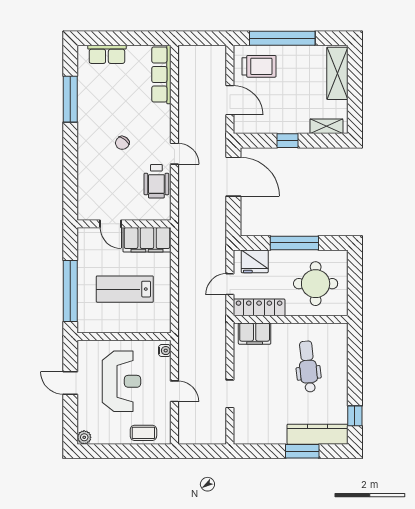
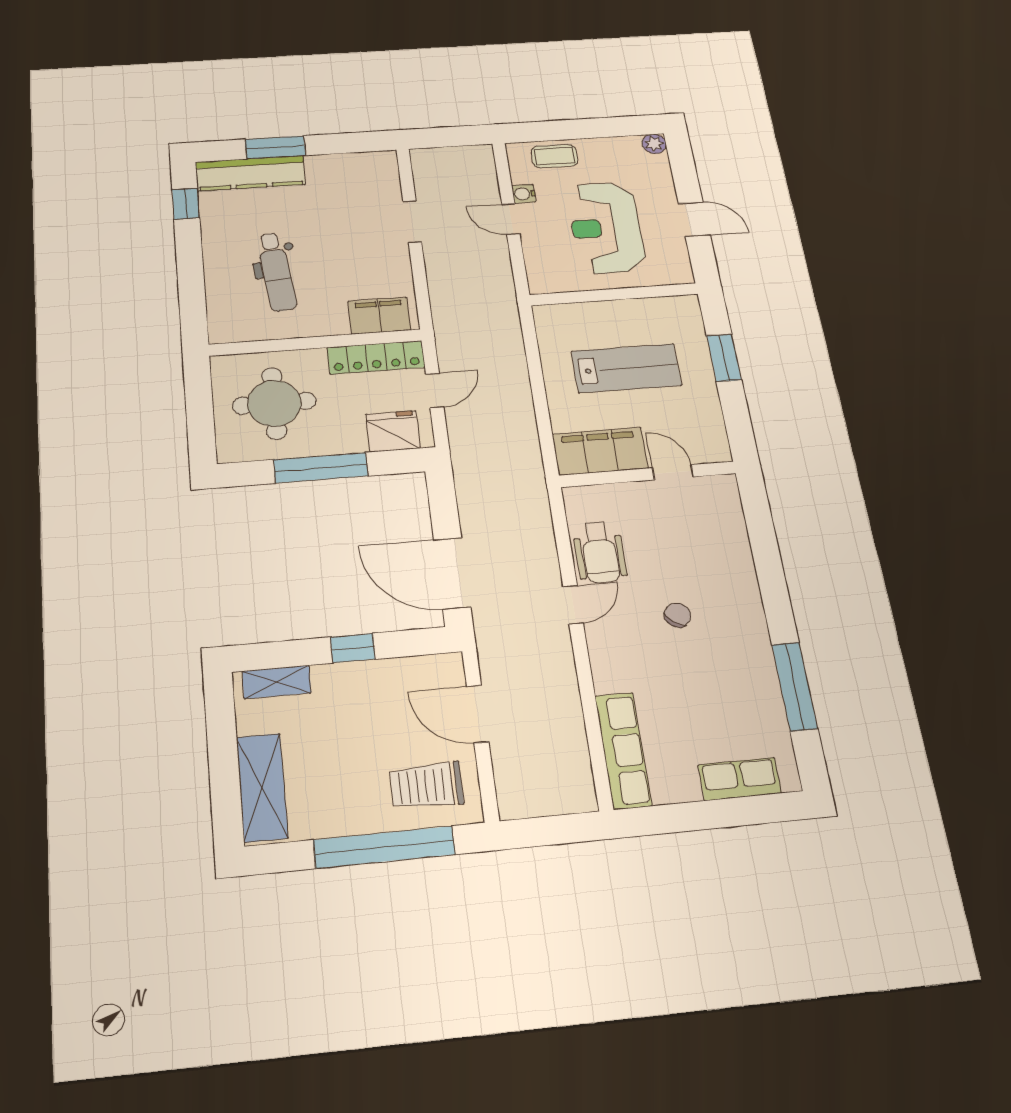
door: (174, 154) -> (573, 605), swing flipped
wheelchair: (156, 181) -> (600, 552), turned 180
window: (70, 291) -> (724, 358), width x0.47
water cooler: (165, 351) -> (524, 194), moved

